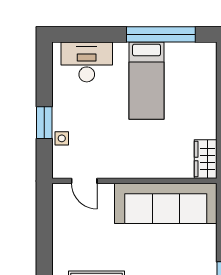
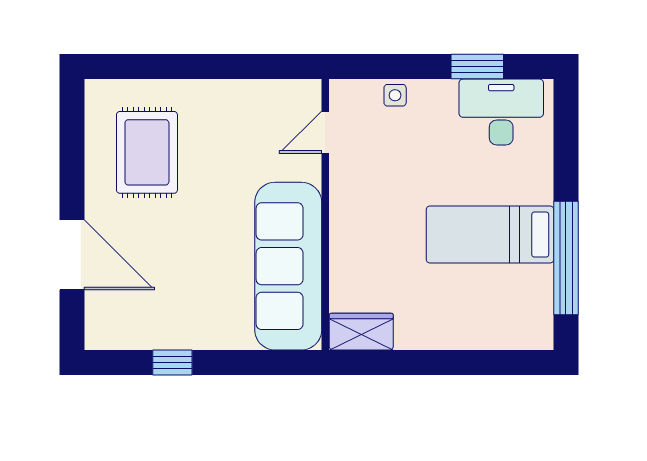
desk: (87, 62) -> (501, 112), moved, turned -90
window: (44, 123) -> (477, 67), moved

